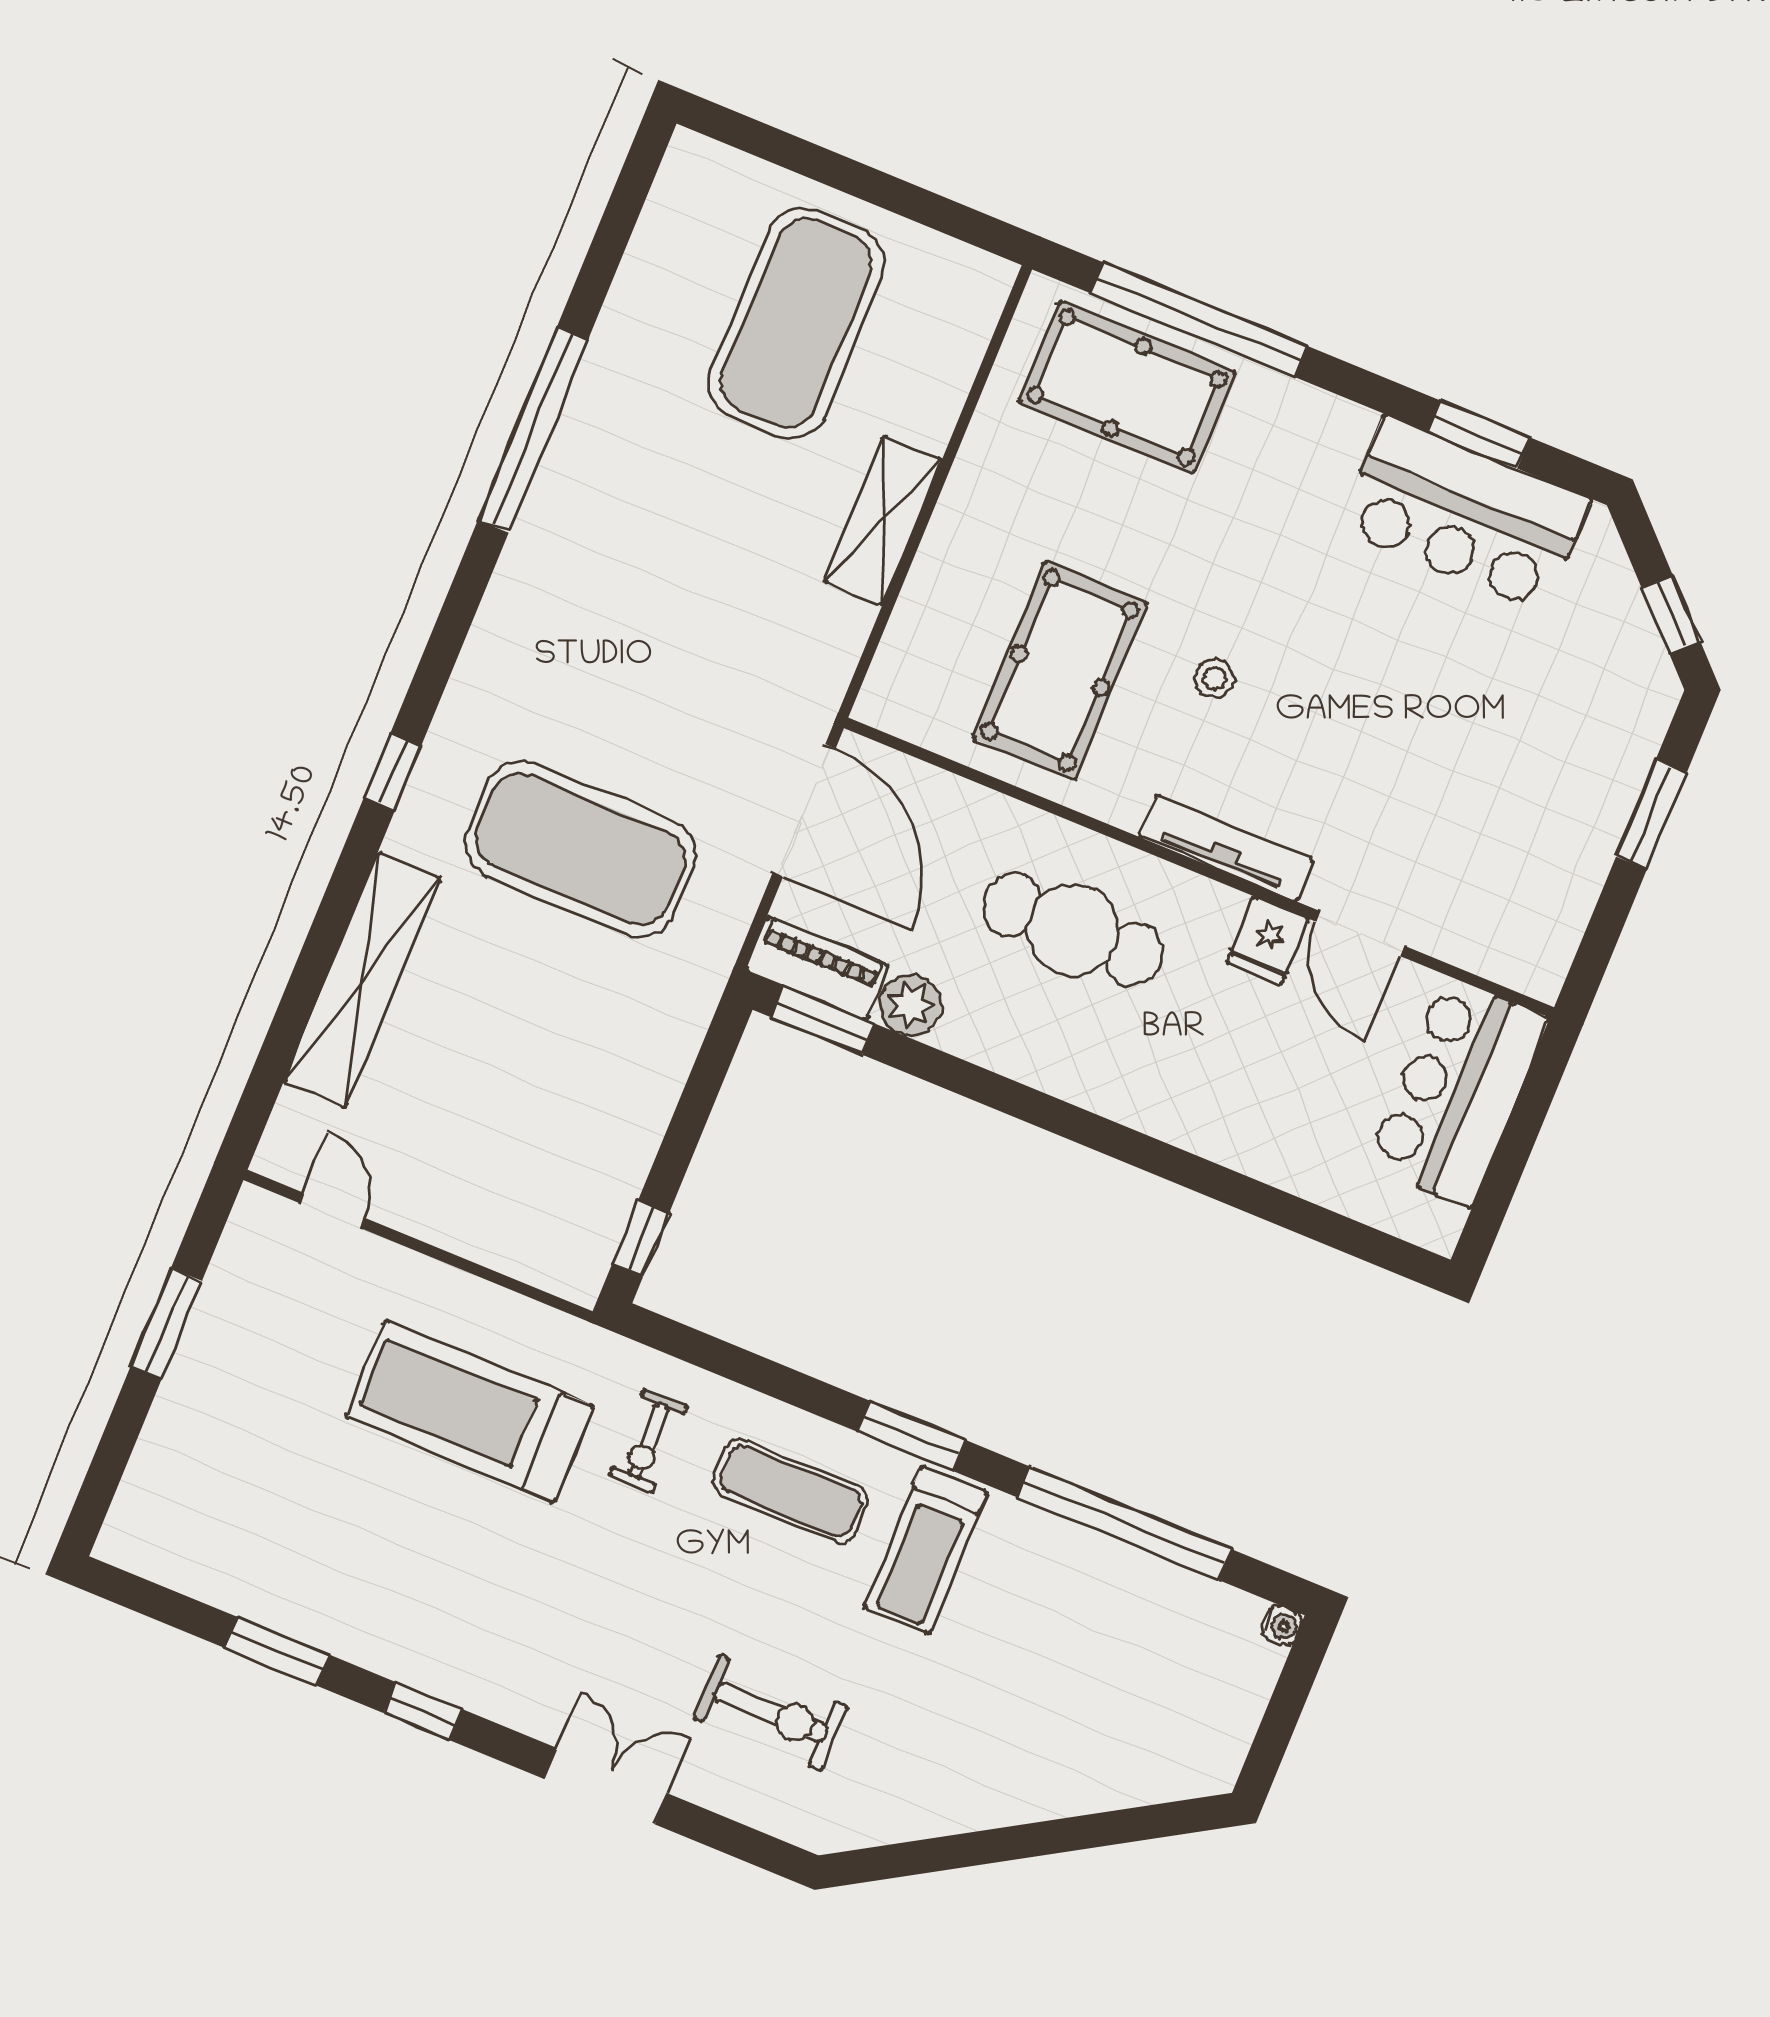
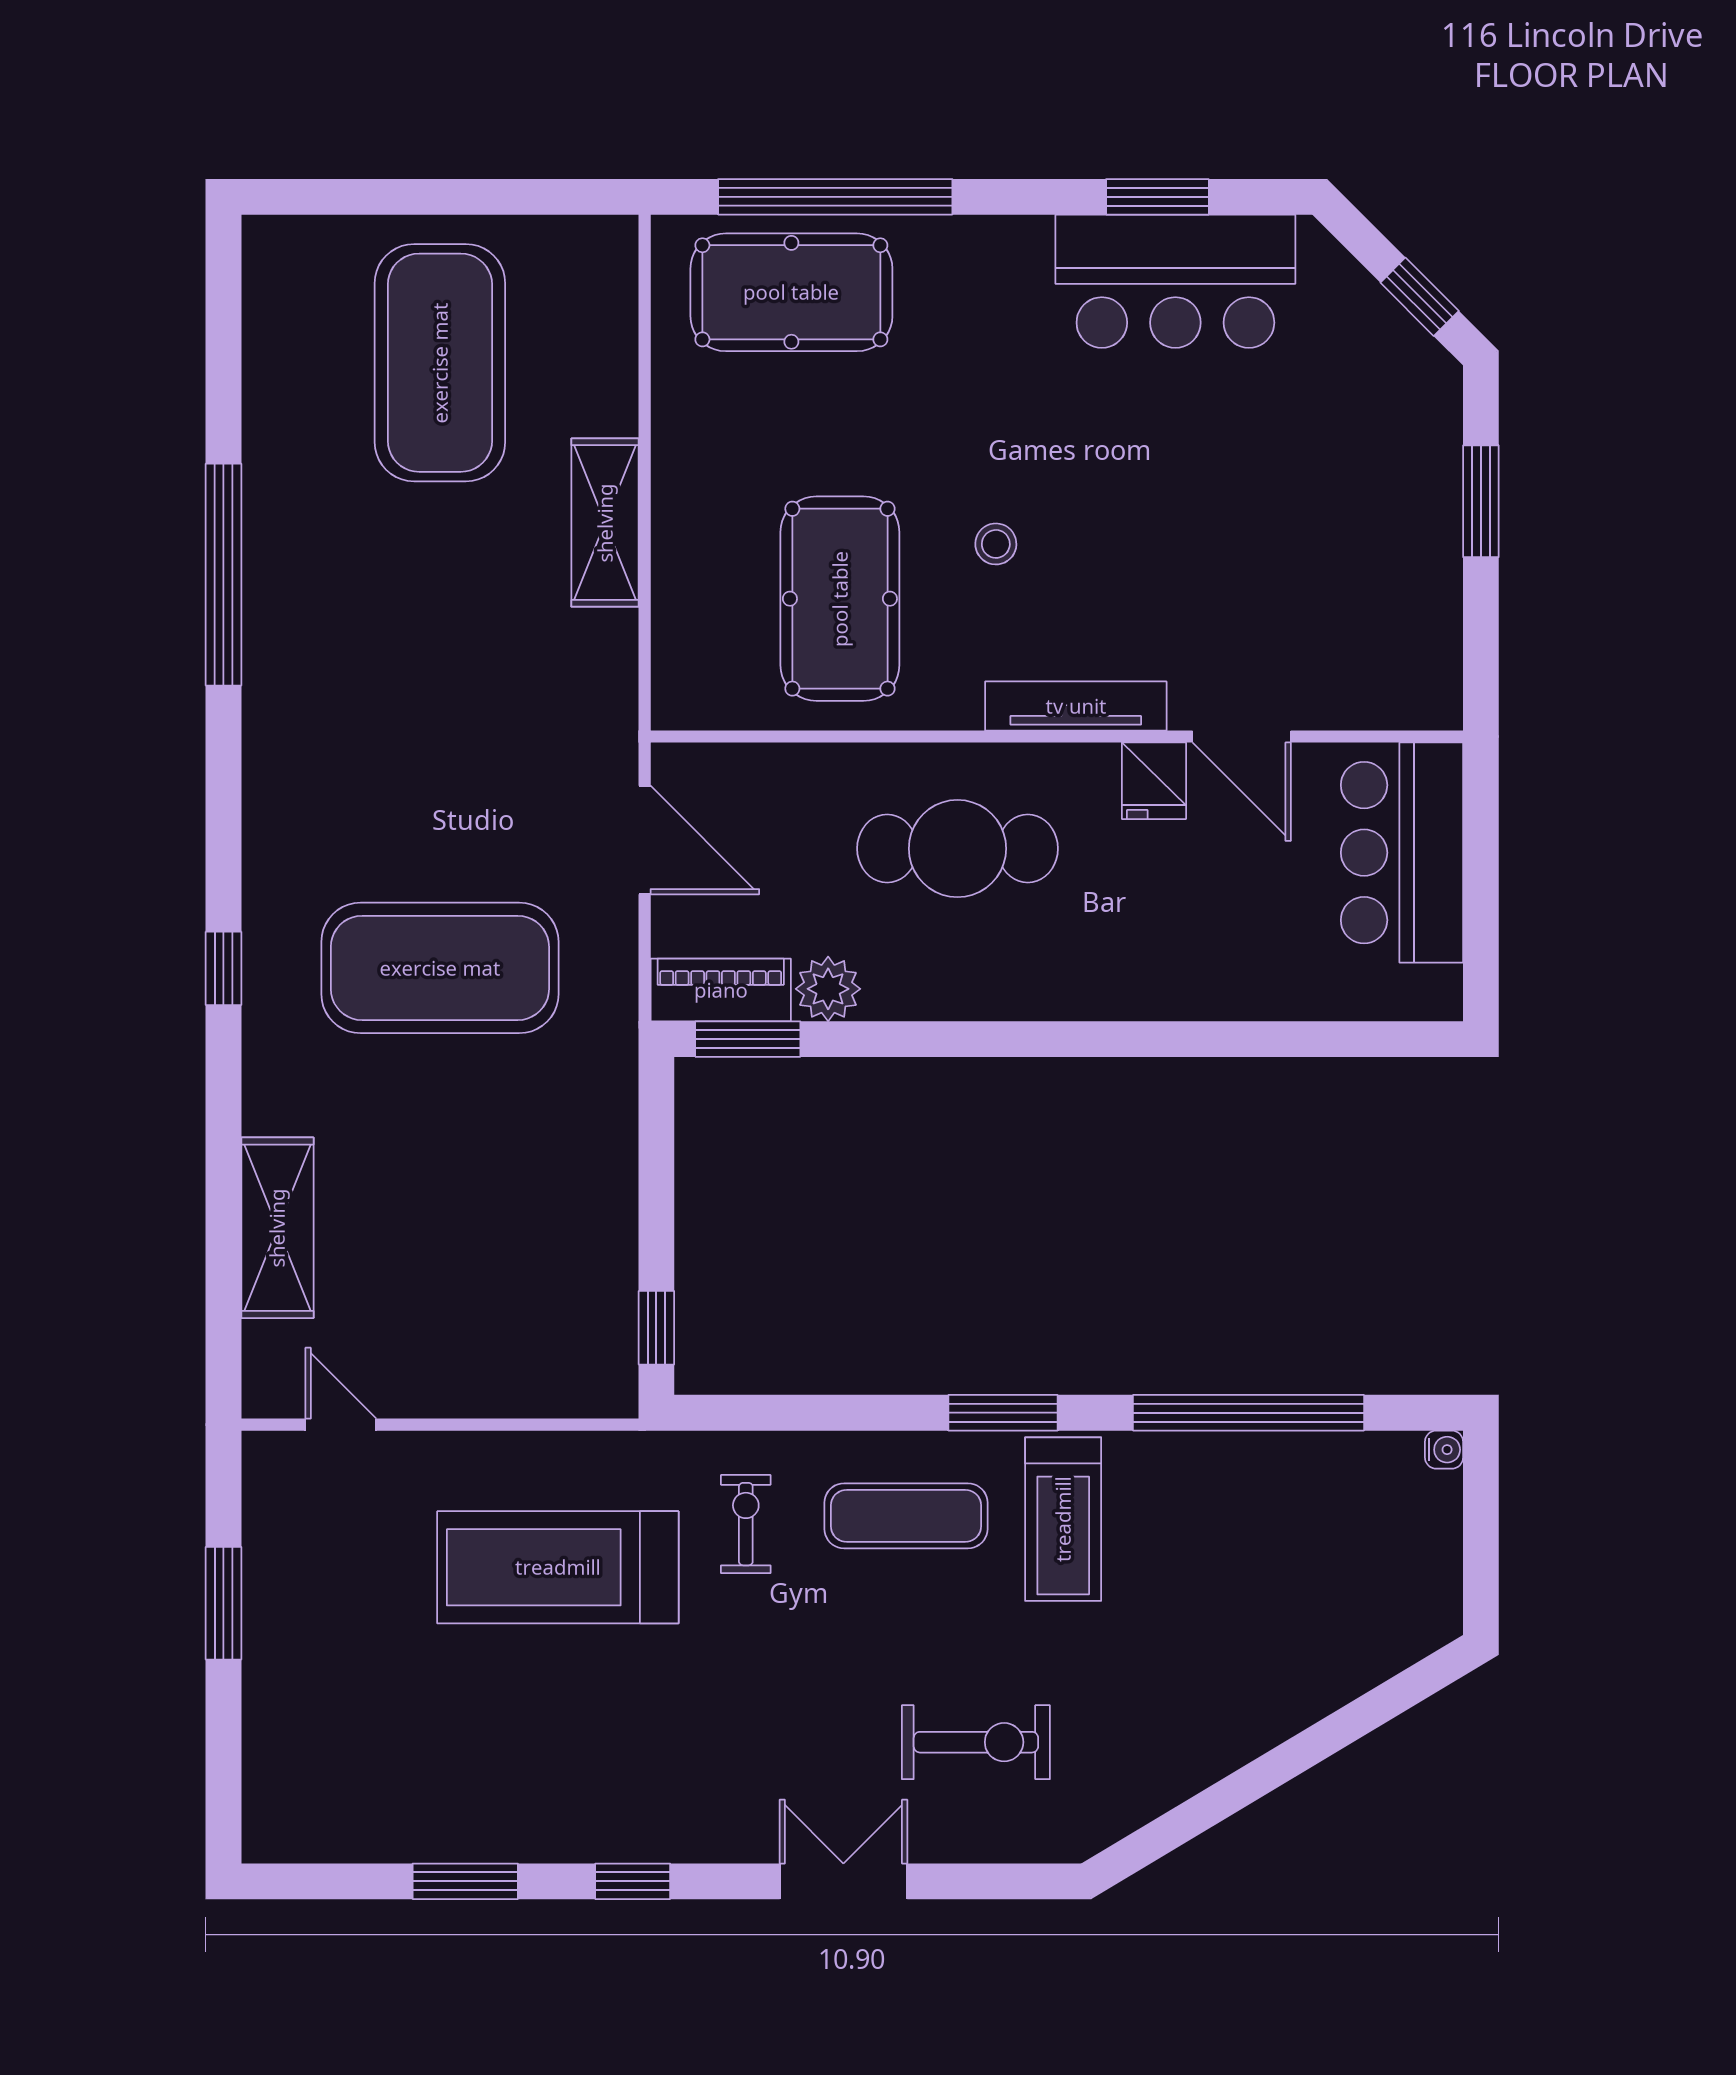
door: (804, 811) -> (645, 840), width x0.73
shelving: (362, 980) -> (277, 1228), width x0.68
exercise bike: (648, 1441) -> (746, 1524), turned 180

